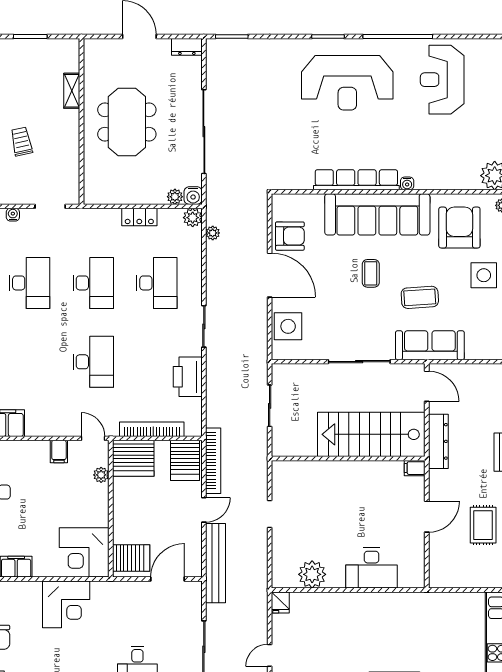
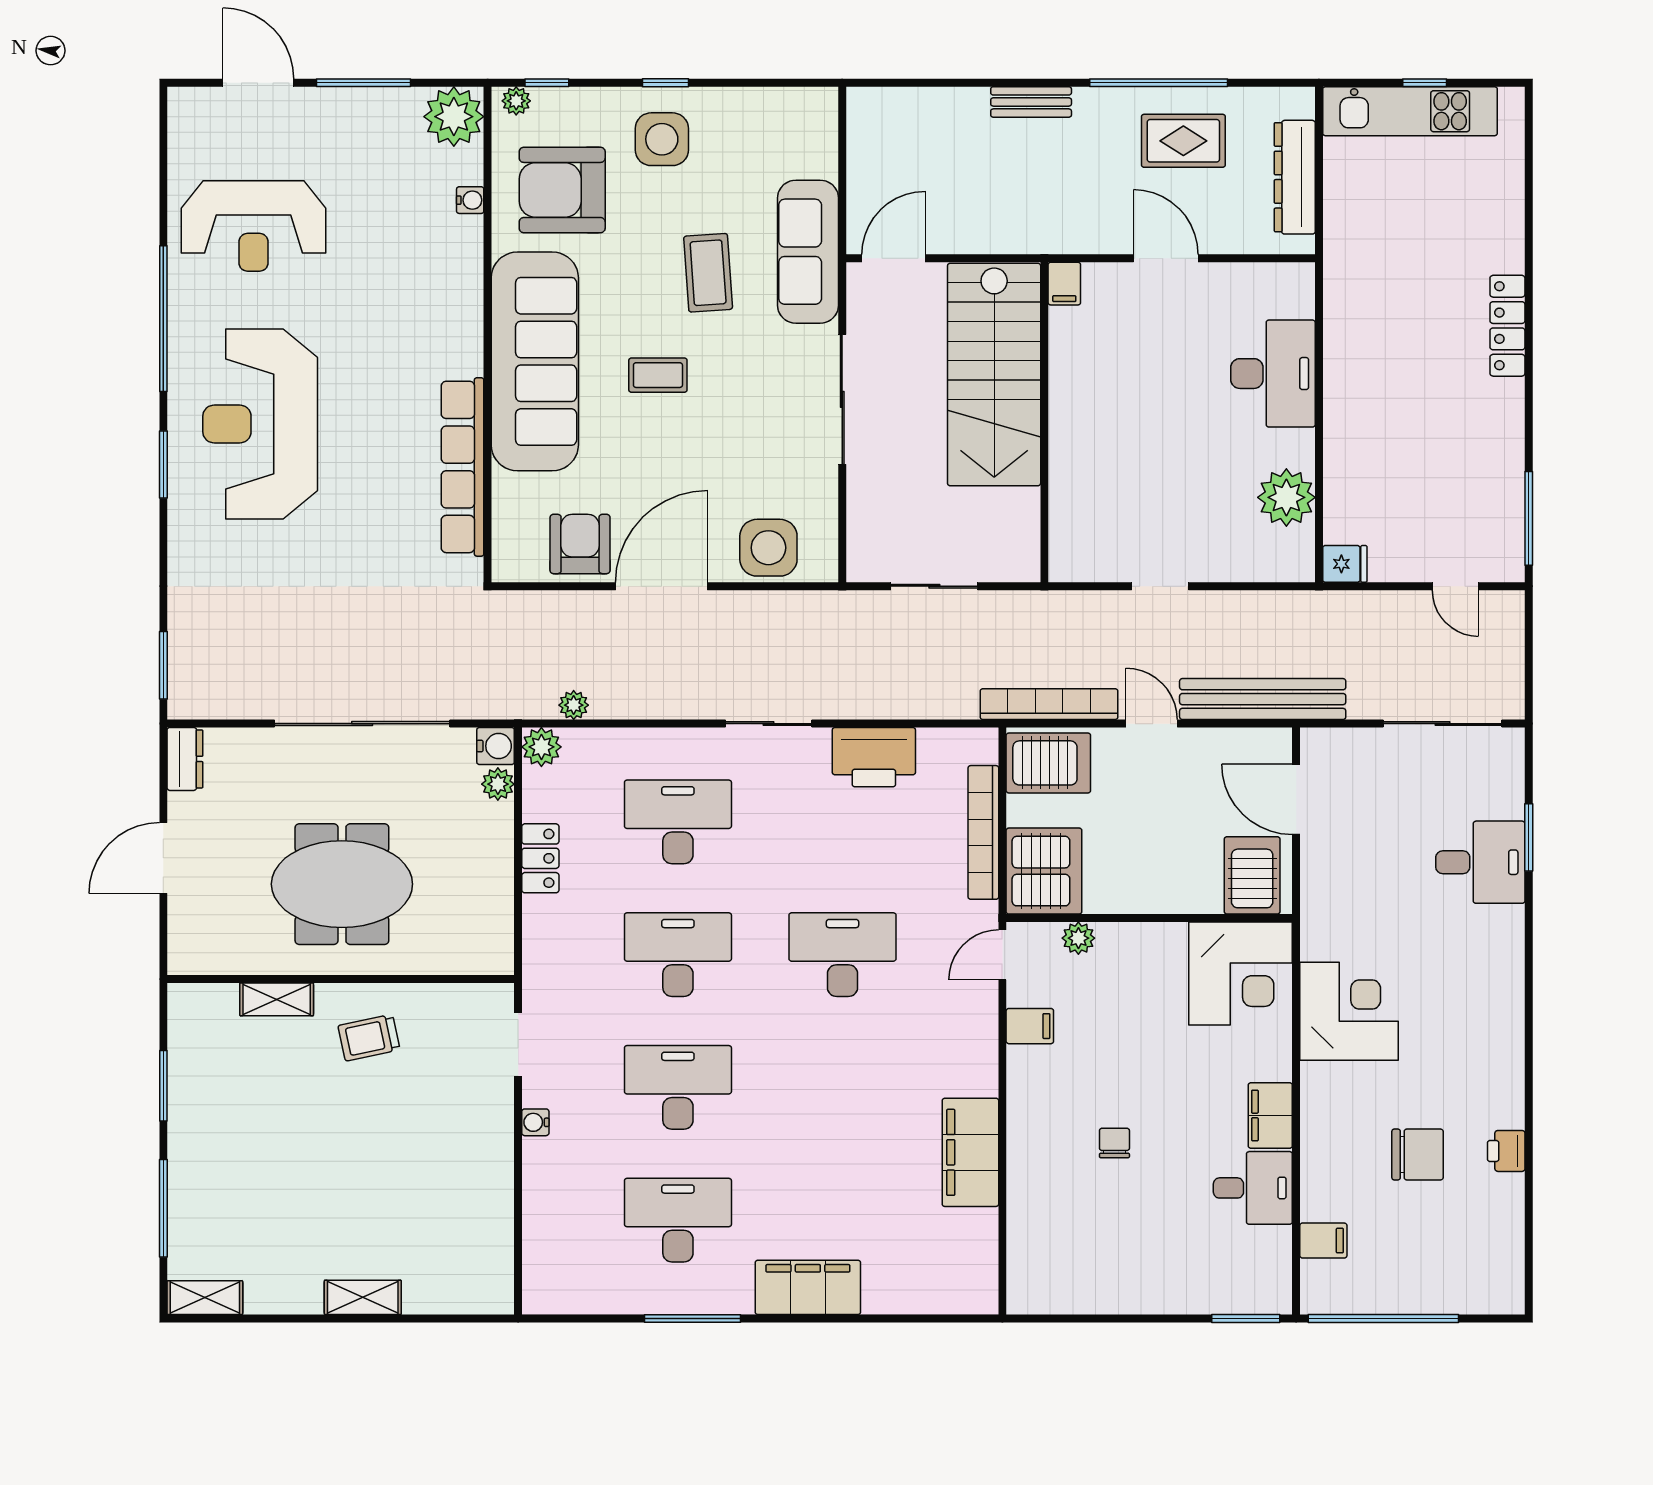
reception desk: (347, 83) -> (260, 424), turned 180
trolley: (21, 142) -> (369, 1038), moved
row of seats: (356, 180) -> (463, 467), moved
water cooler: (407, 183) -> (470, 200), moved
dresser: (438, 441) -> (1295, 177), moved, turned -90

